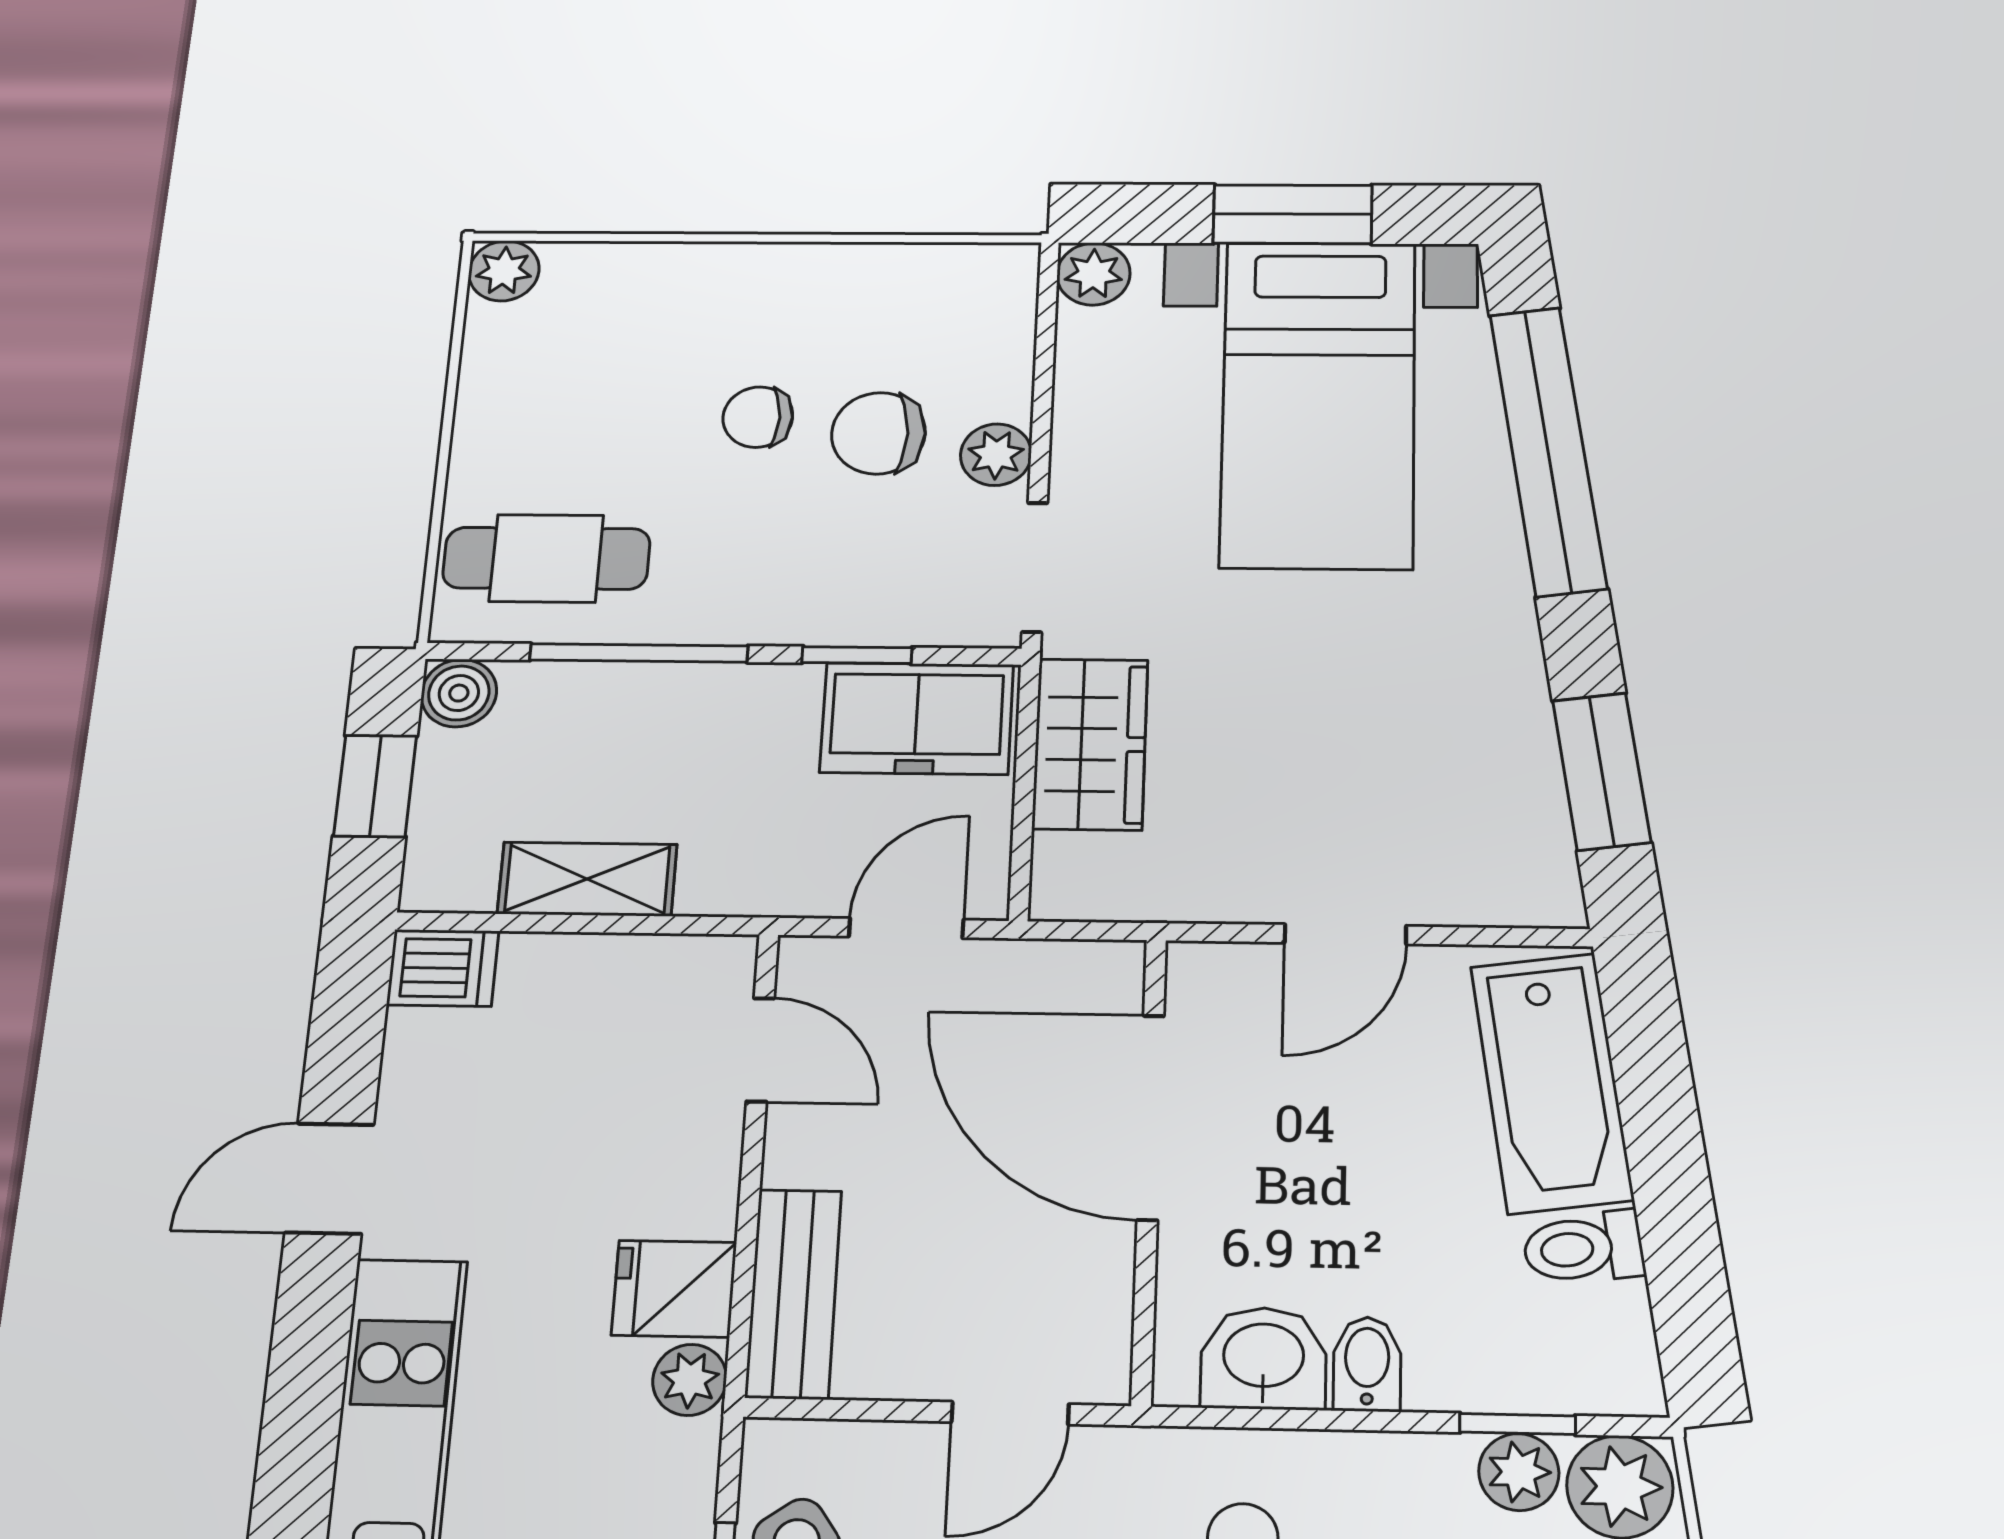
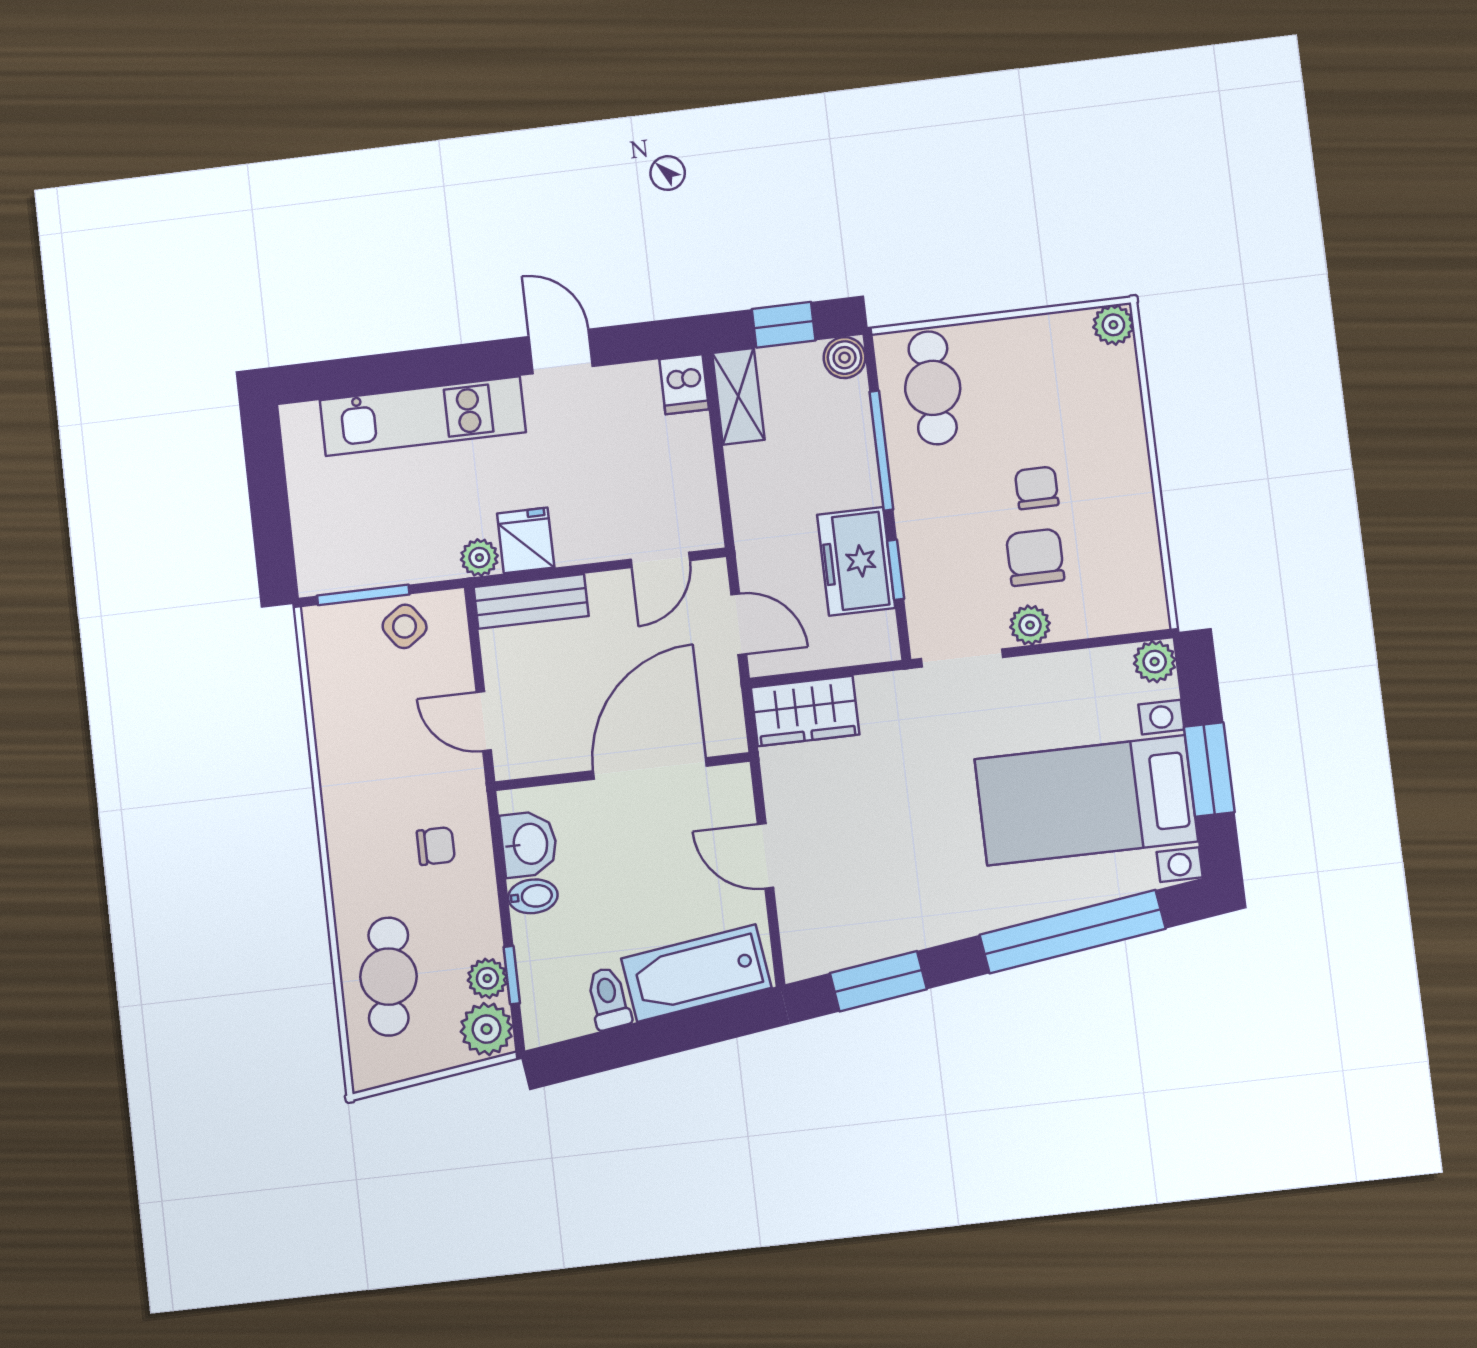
freezer: (917, 718) -> (856, 561), moved
wardrobe: (1090, 744) -> (805, 711), moved
shelving: (587, 879) -> (738, 396), moved

